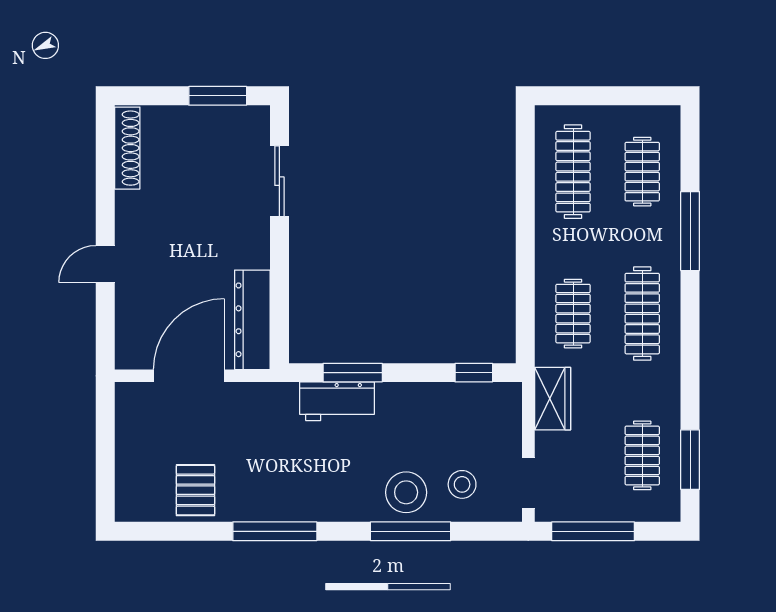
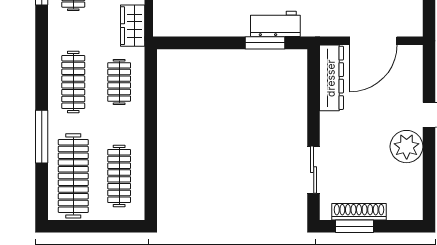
shoe rack: (127, 148) -> (359, 212), moved, turned 90
clothes rail: (642, 172) -> (73, 176), width x1.86, depth x1.31
plant: (139, 216) -> (407, 147), added
window: (474, 373) -> (185, 43), removed

